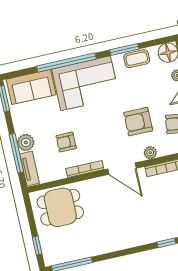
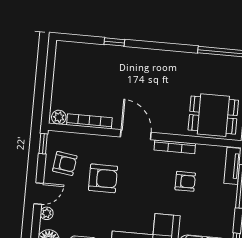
plant: (26, 142) -> (227, 194), removed
plant: (150, 153) -> (101, 142), removed

